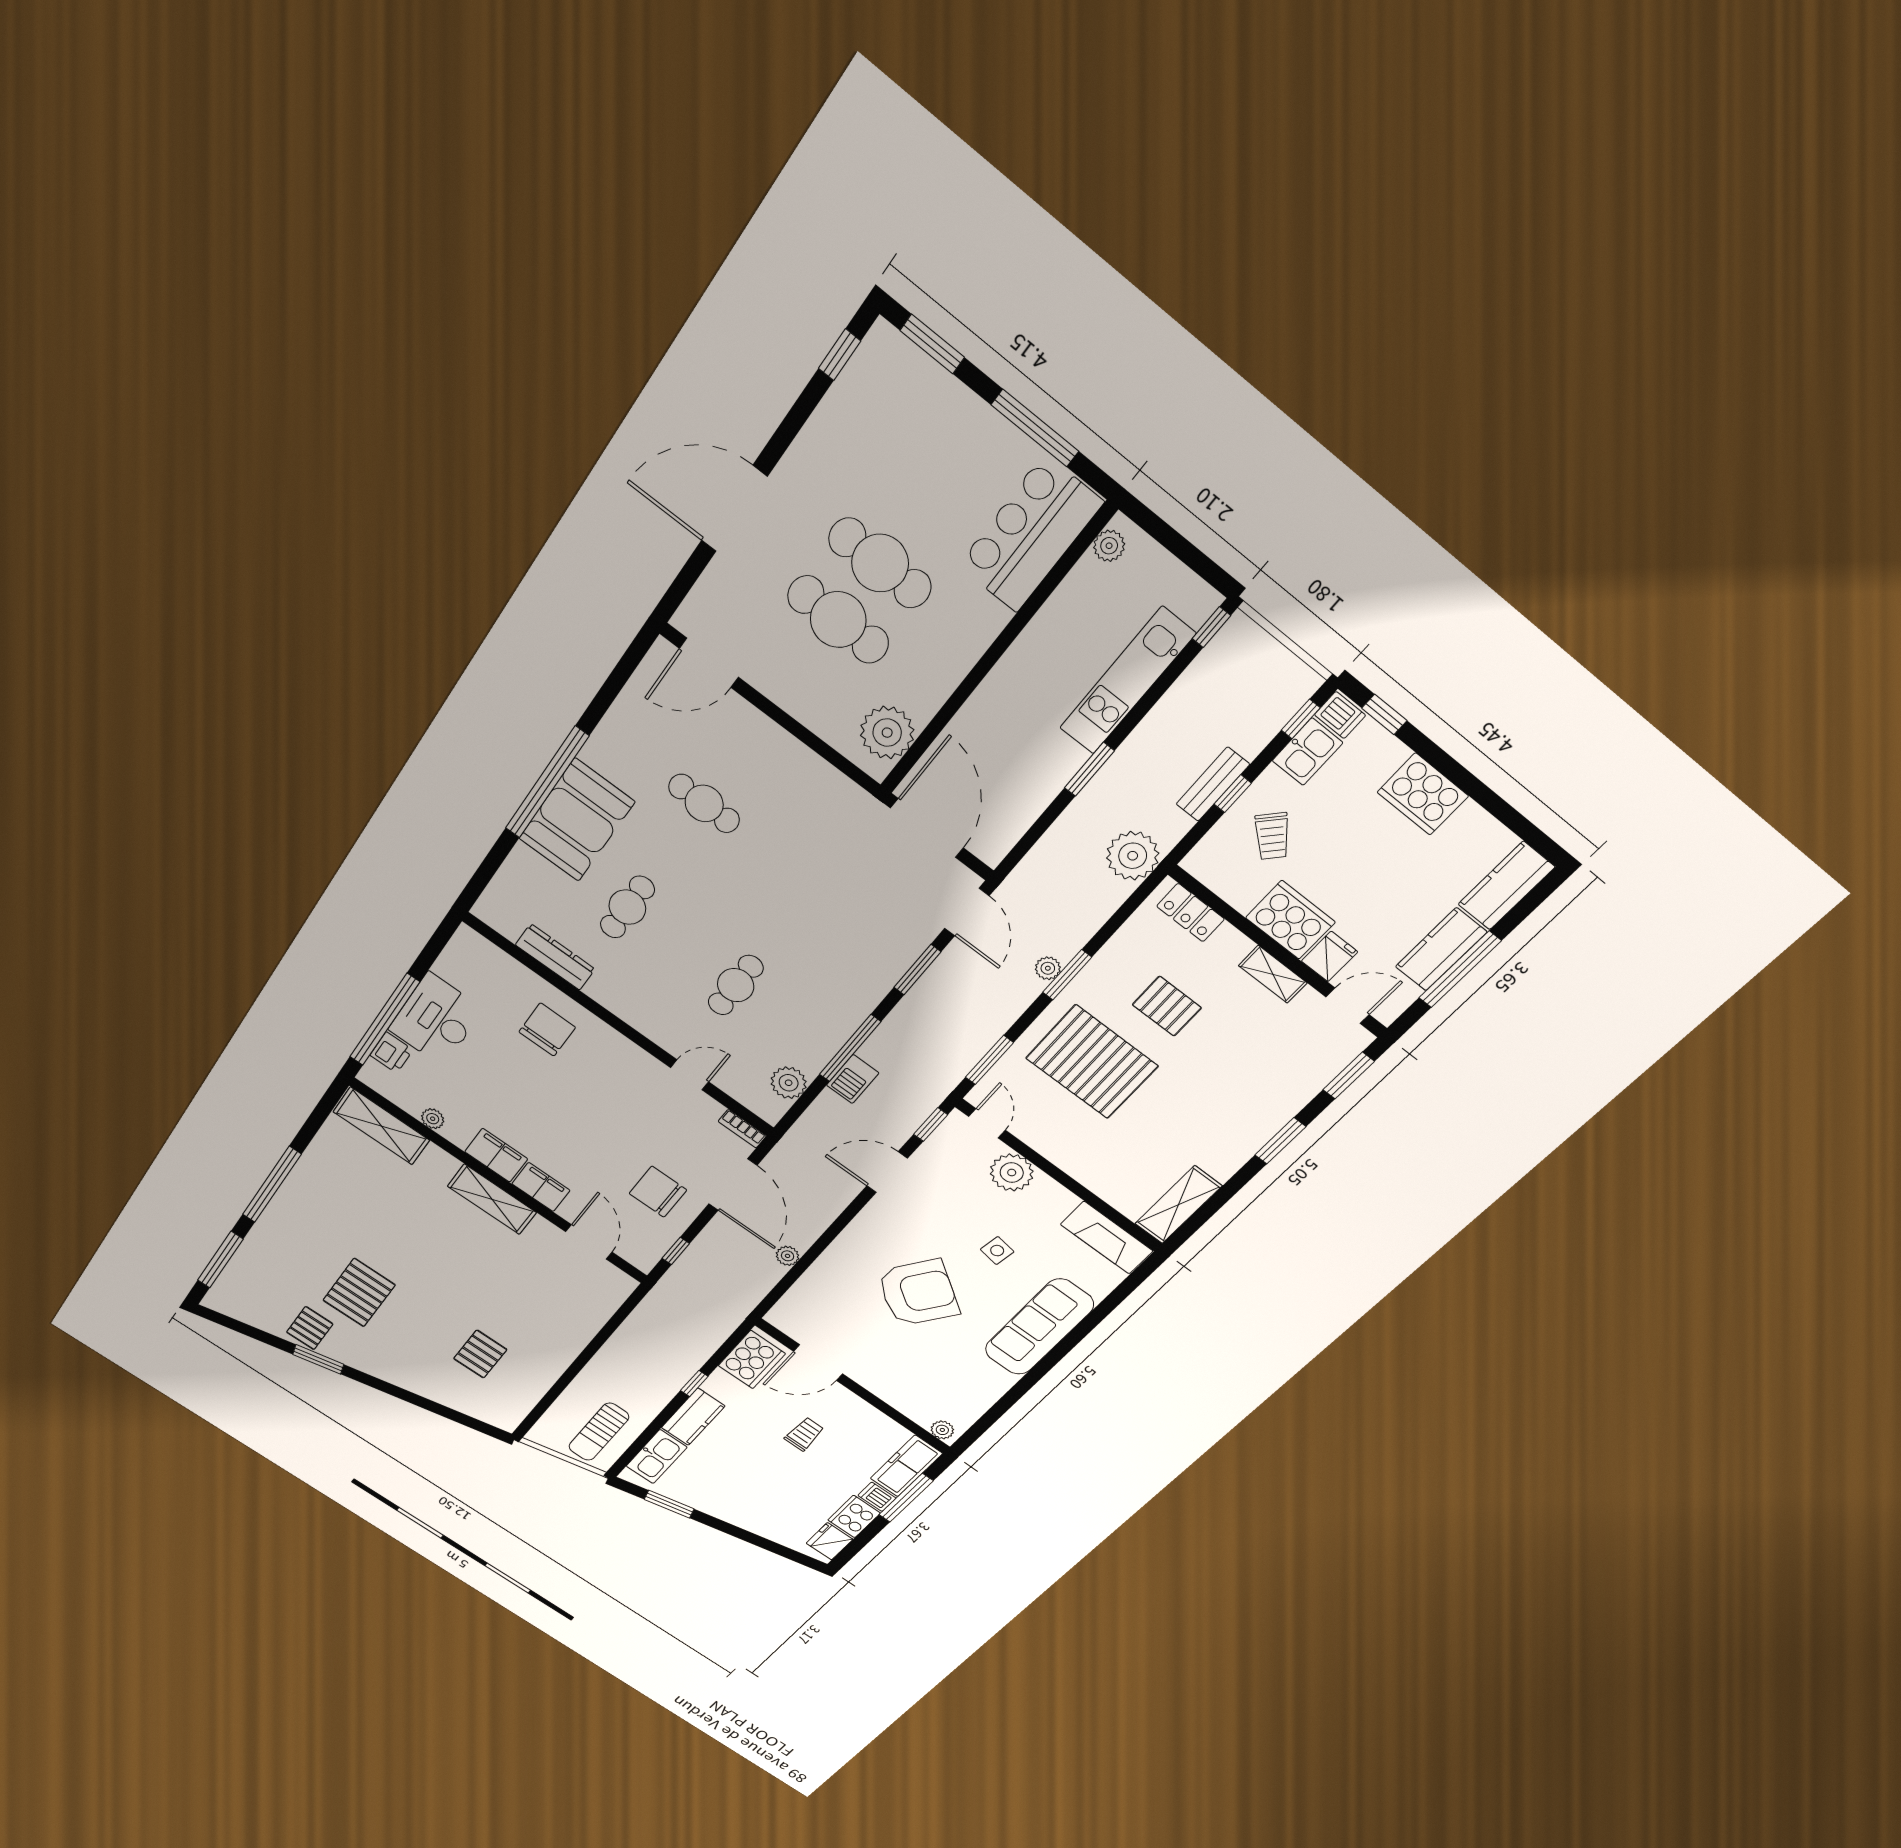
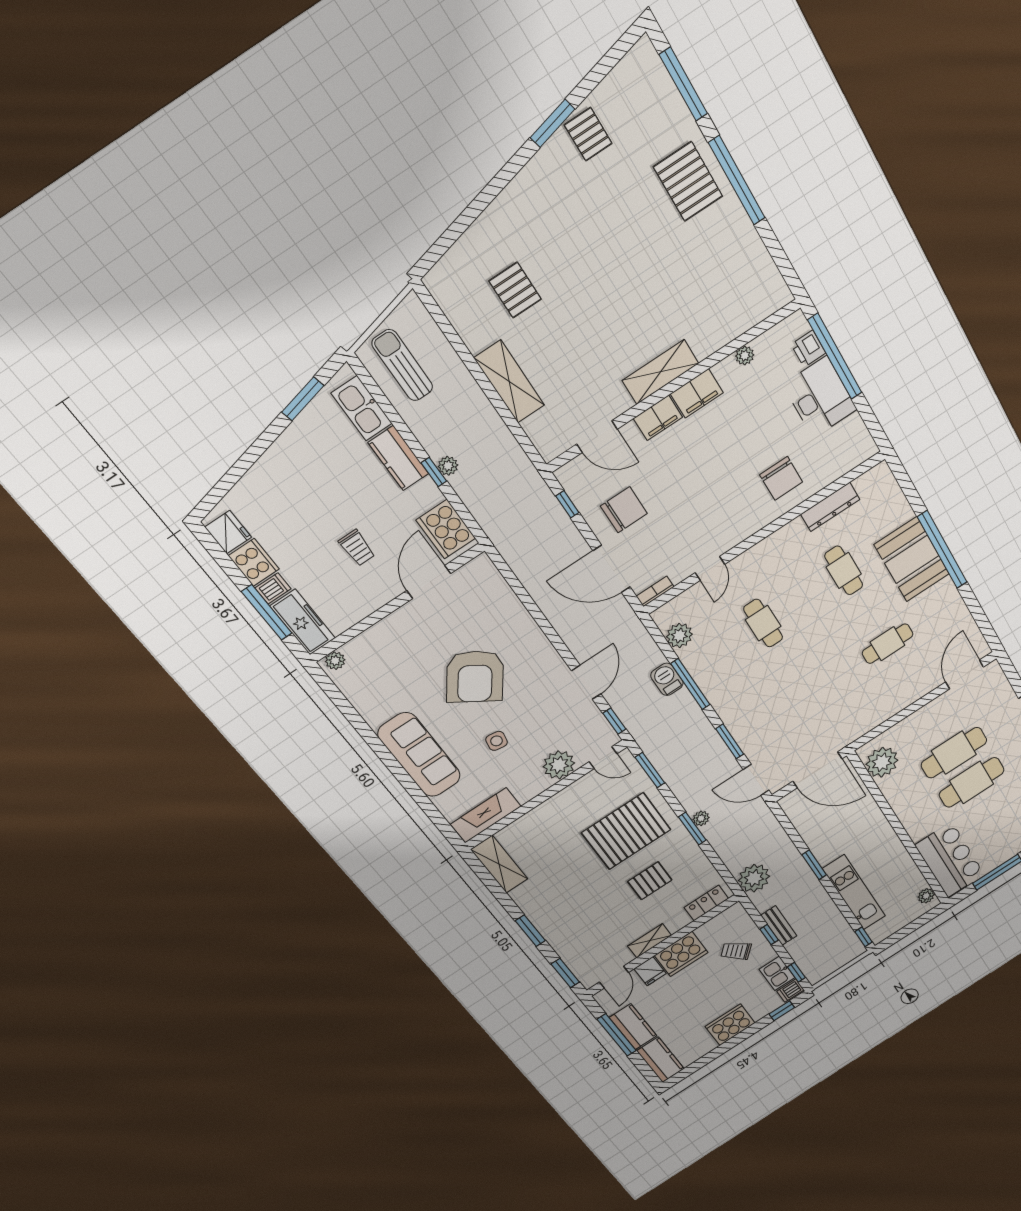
shelving: (381, 1126) -> (509, 382), moved, turned 90
plant: (788, 1256) -> (448, 466), moved
pallet: (359, 1293) -> (688, 182), moved

